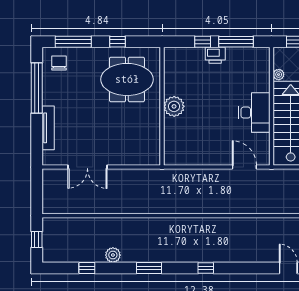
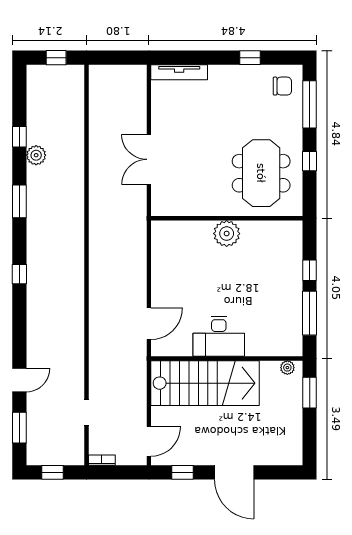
printer: (215, 55) -> (292, 286), removed
plant: (279, 75) -> (287, 368), moved
window: (37, 88) -> (250, 58), width x0.32
tv unit: (48, 128) -> (179, 72), moved
double door: (87, 167) -> (149, 159), moved
window: (87, 268) -> (19, 137), moved

